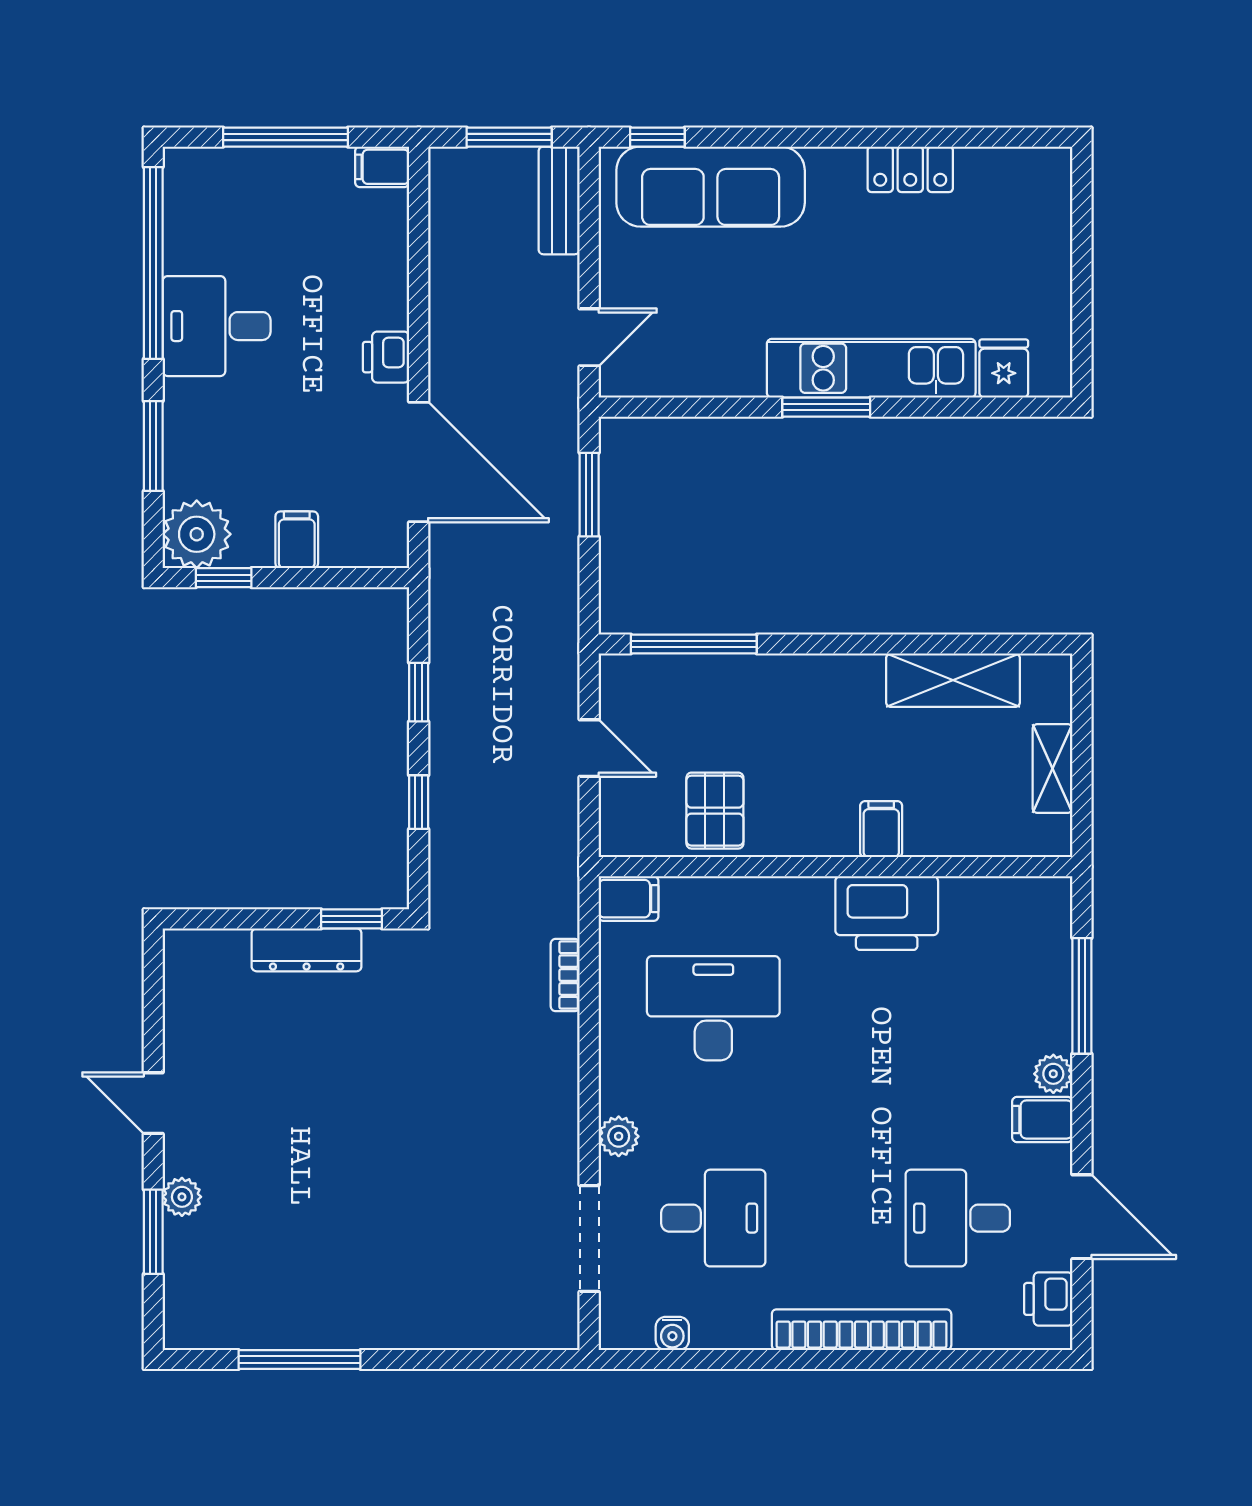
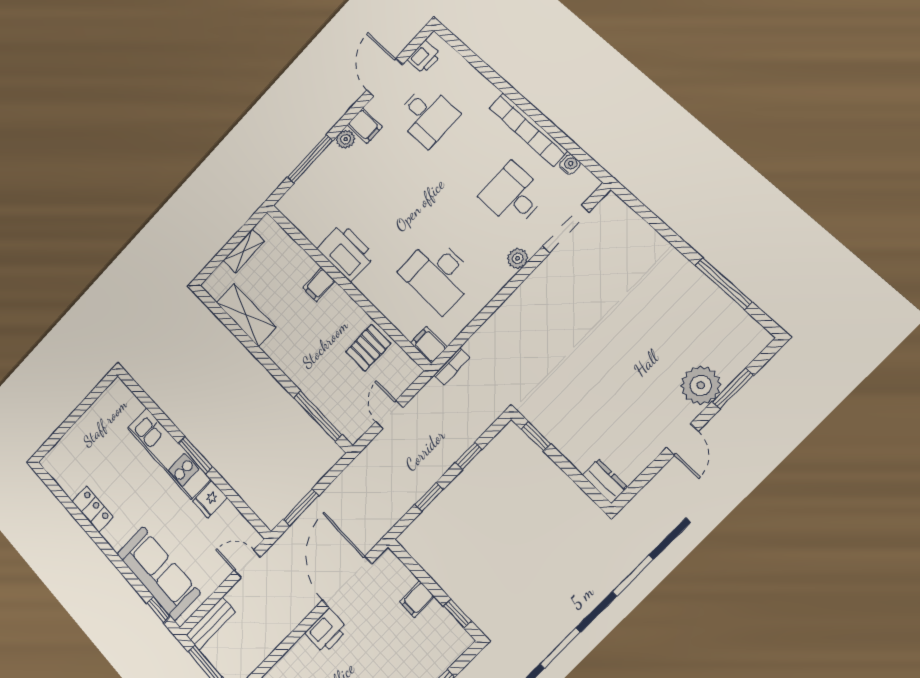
printer: (386, 357) -> (326, 631), width x1.36, depth x1.24
fridge: (1004, 369) -> (210, 499), moved
plant: (197, 534) -> (451, 640), removed
dresser: (307, 950) -> (605, 481), moved, width x0.70
bookcase: (565, 975) -> (452, 366), moved
plant: (182, 1197) -> (701, 385), width x1.88, depth x1.88
bookcase: (862, 1330) -> (528, 130), moved

